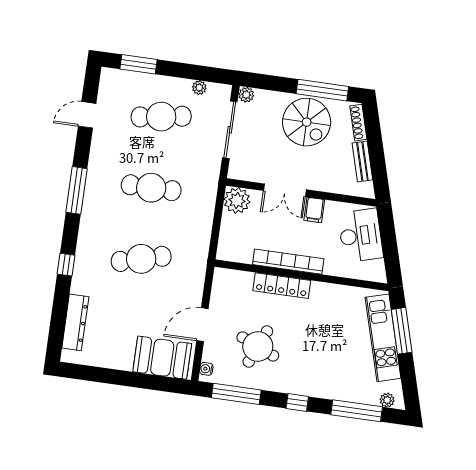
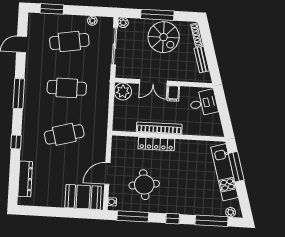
window: (322, 90) -> (157, 15), moved
desk: (361, 235) -> (203, 103), width x0.73
round table: (258, 346) -> (144, 185), turned -31

